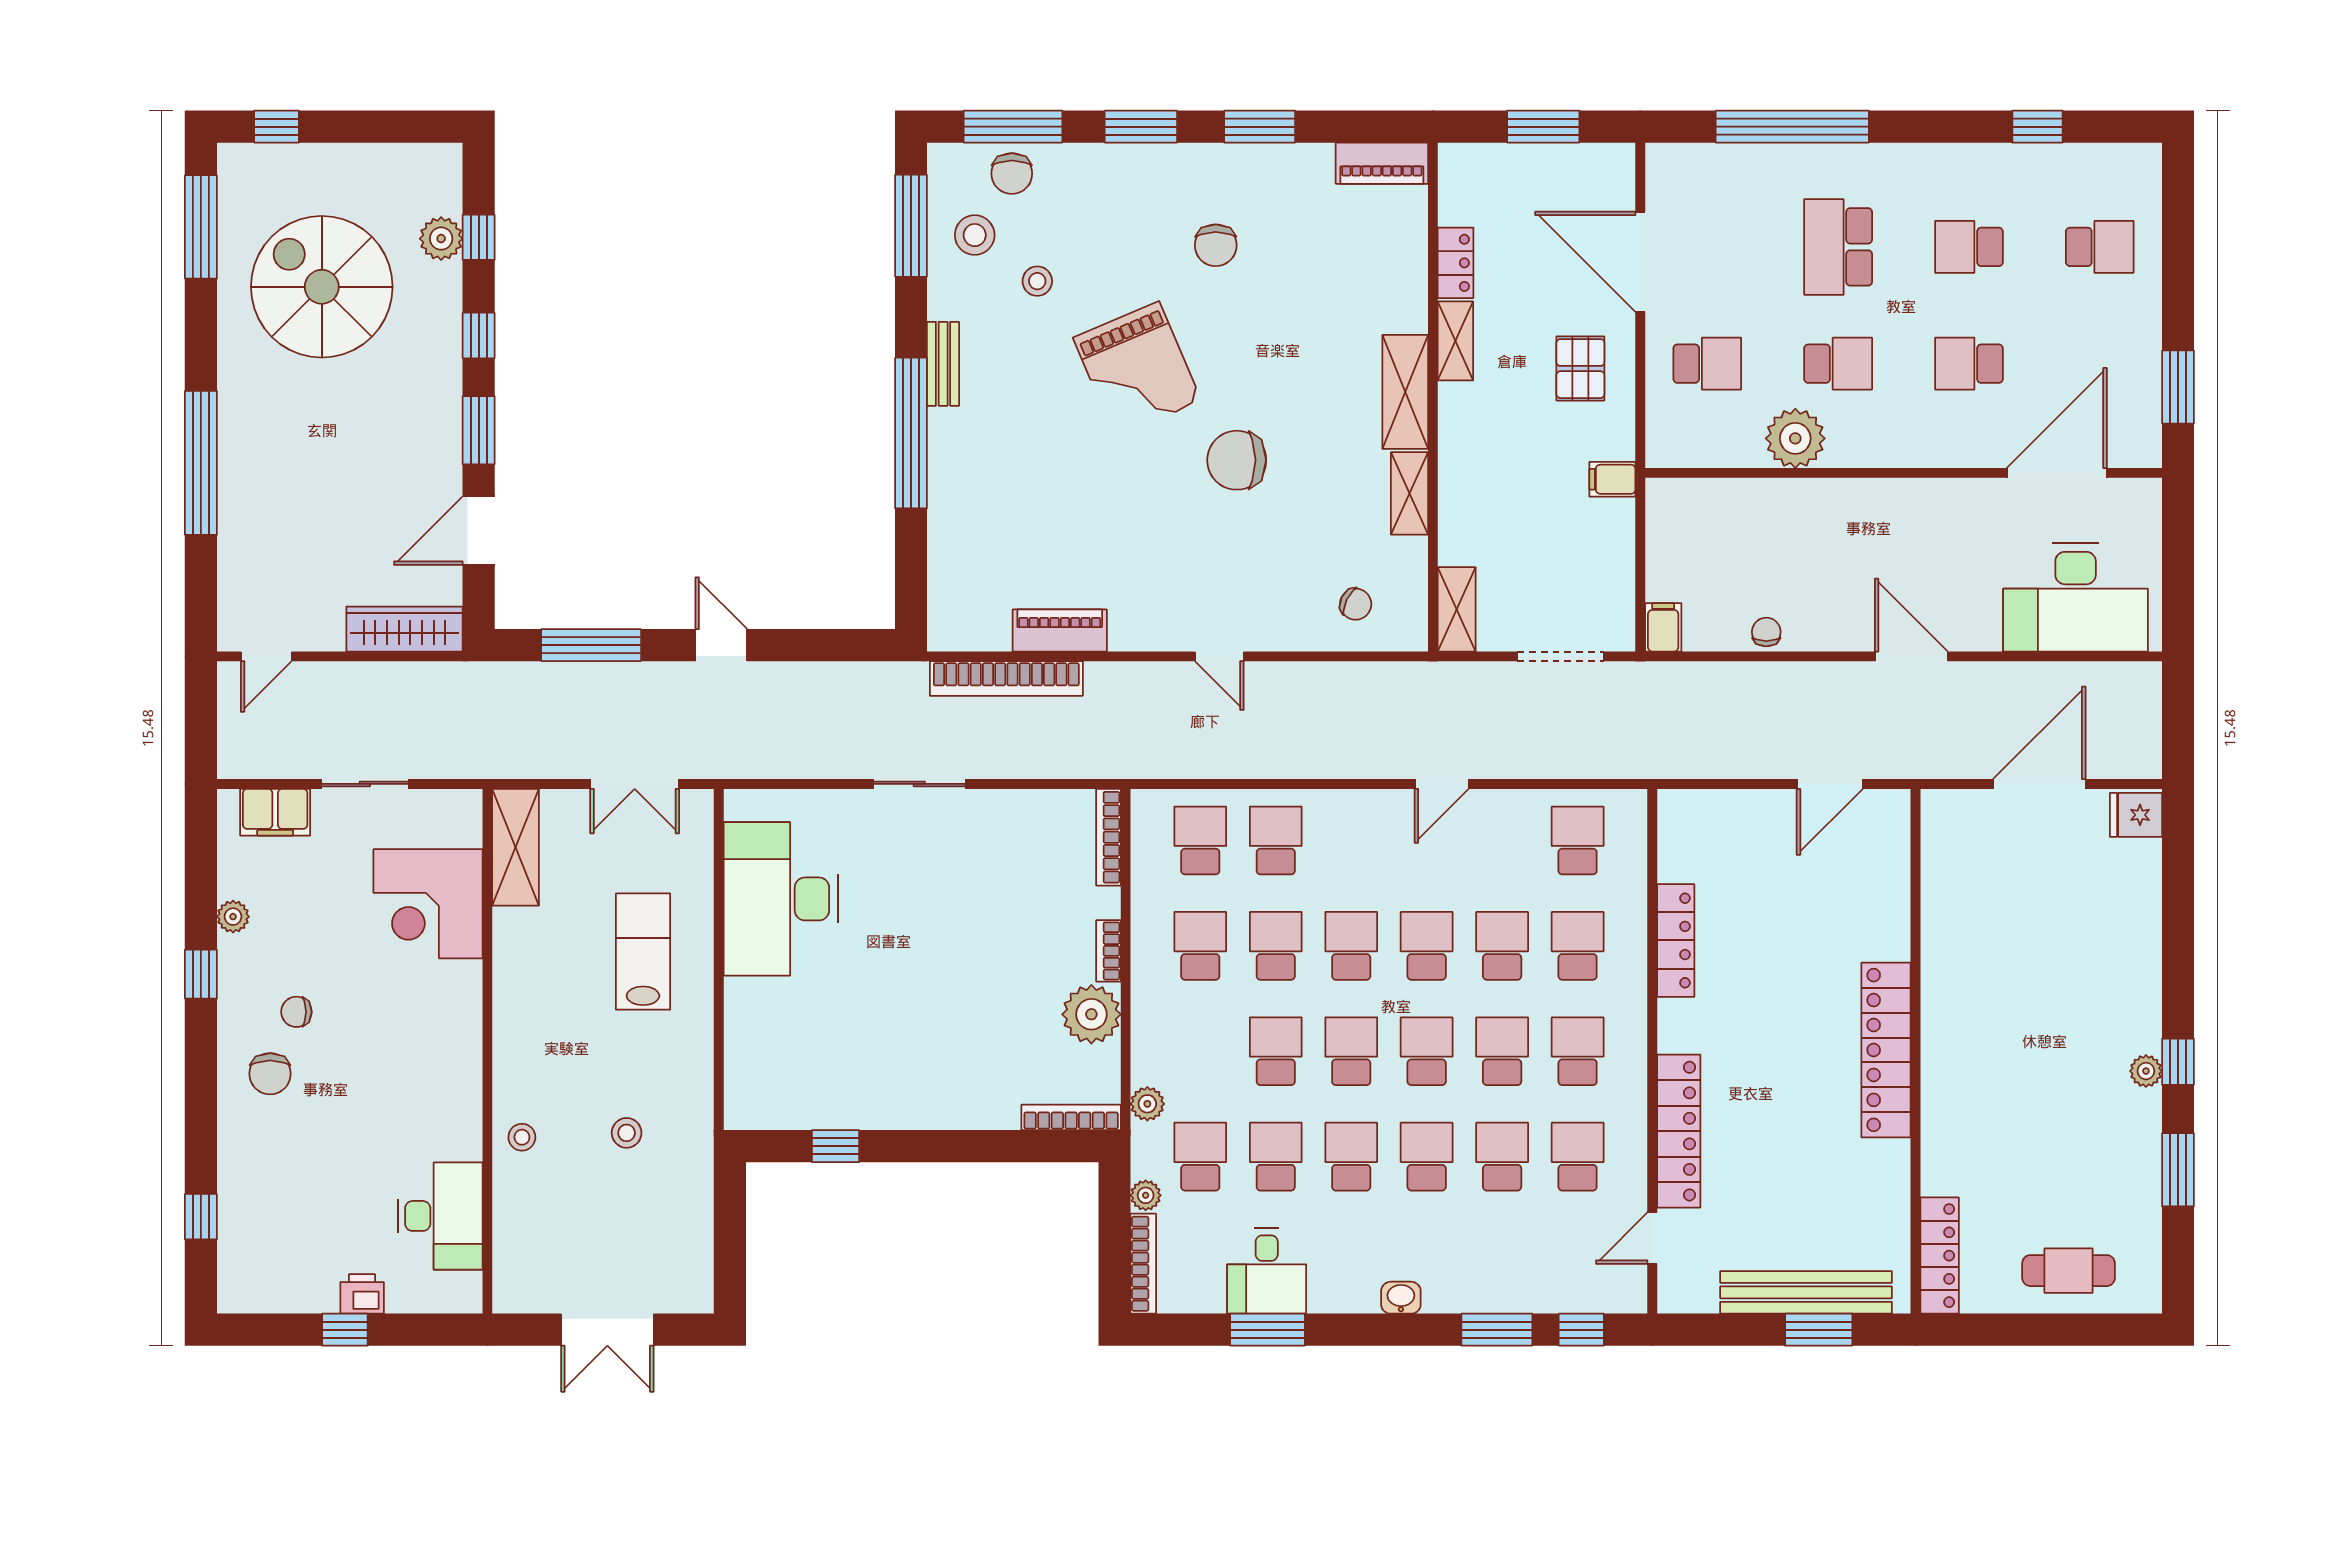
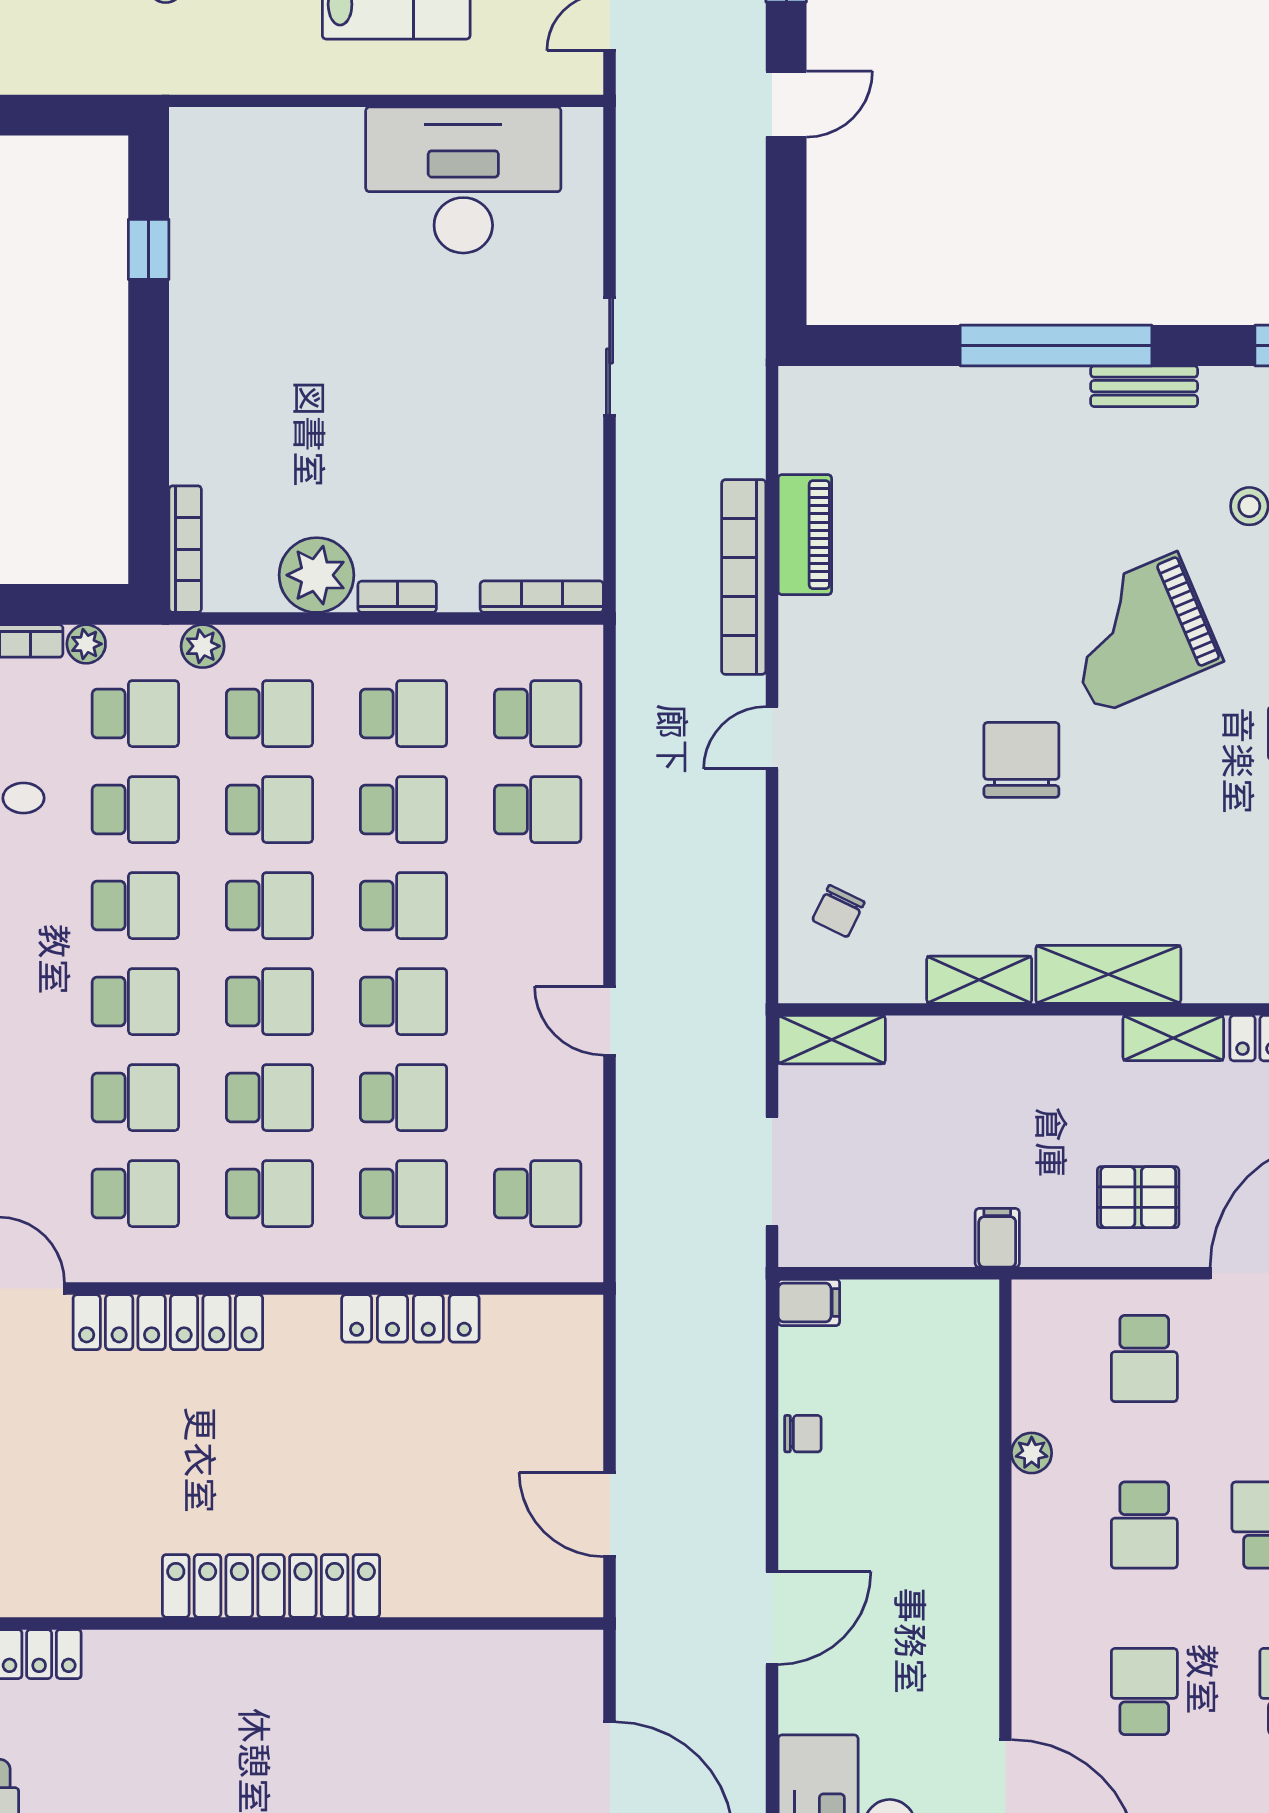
plant: (1795, 438) -> (1032, 1453), width x0.53, depth x0.53
bookcase: (1006, 678) -> (744, 577), moved
school desk: (1200, 1051) -> (269, 714), added

